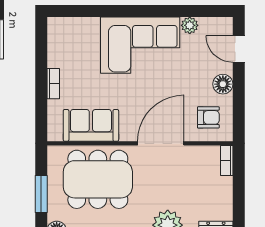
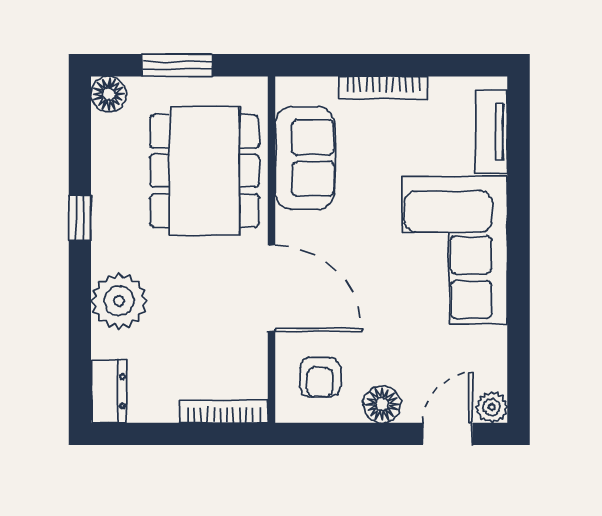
plant: (190, 25) -> (492, 407), moved
tv unit: (77, 26) -> (492, 132), added
bookcase: (53, 84) -> (383, 88), width x1.56
bookcase: (227, 160) -> (224, 412), width x1.56

